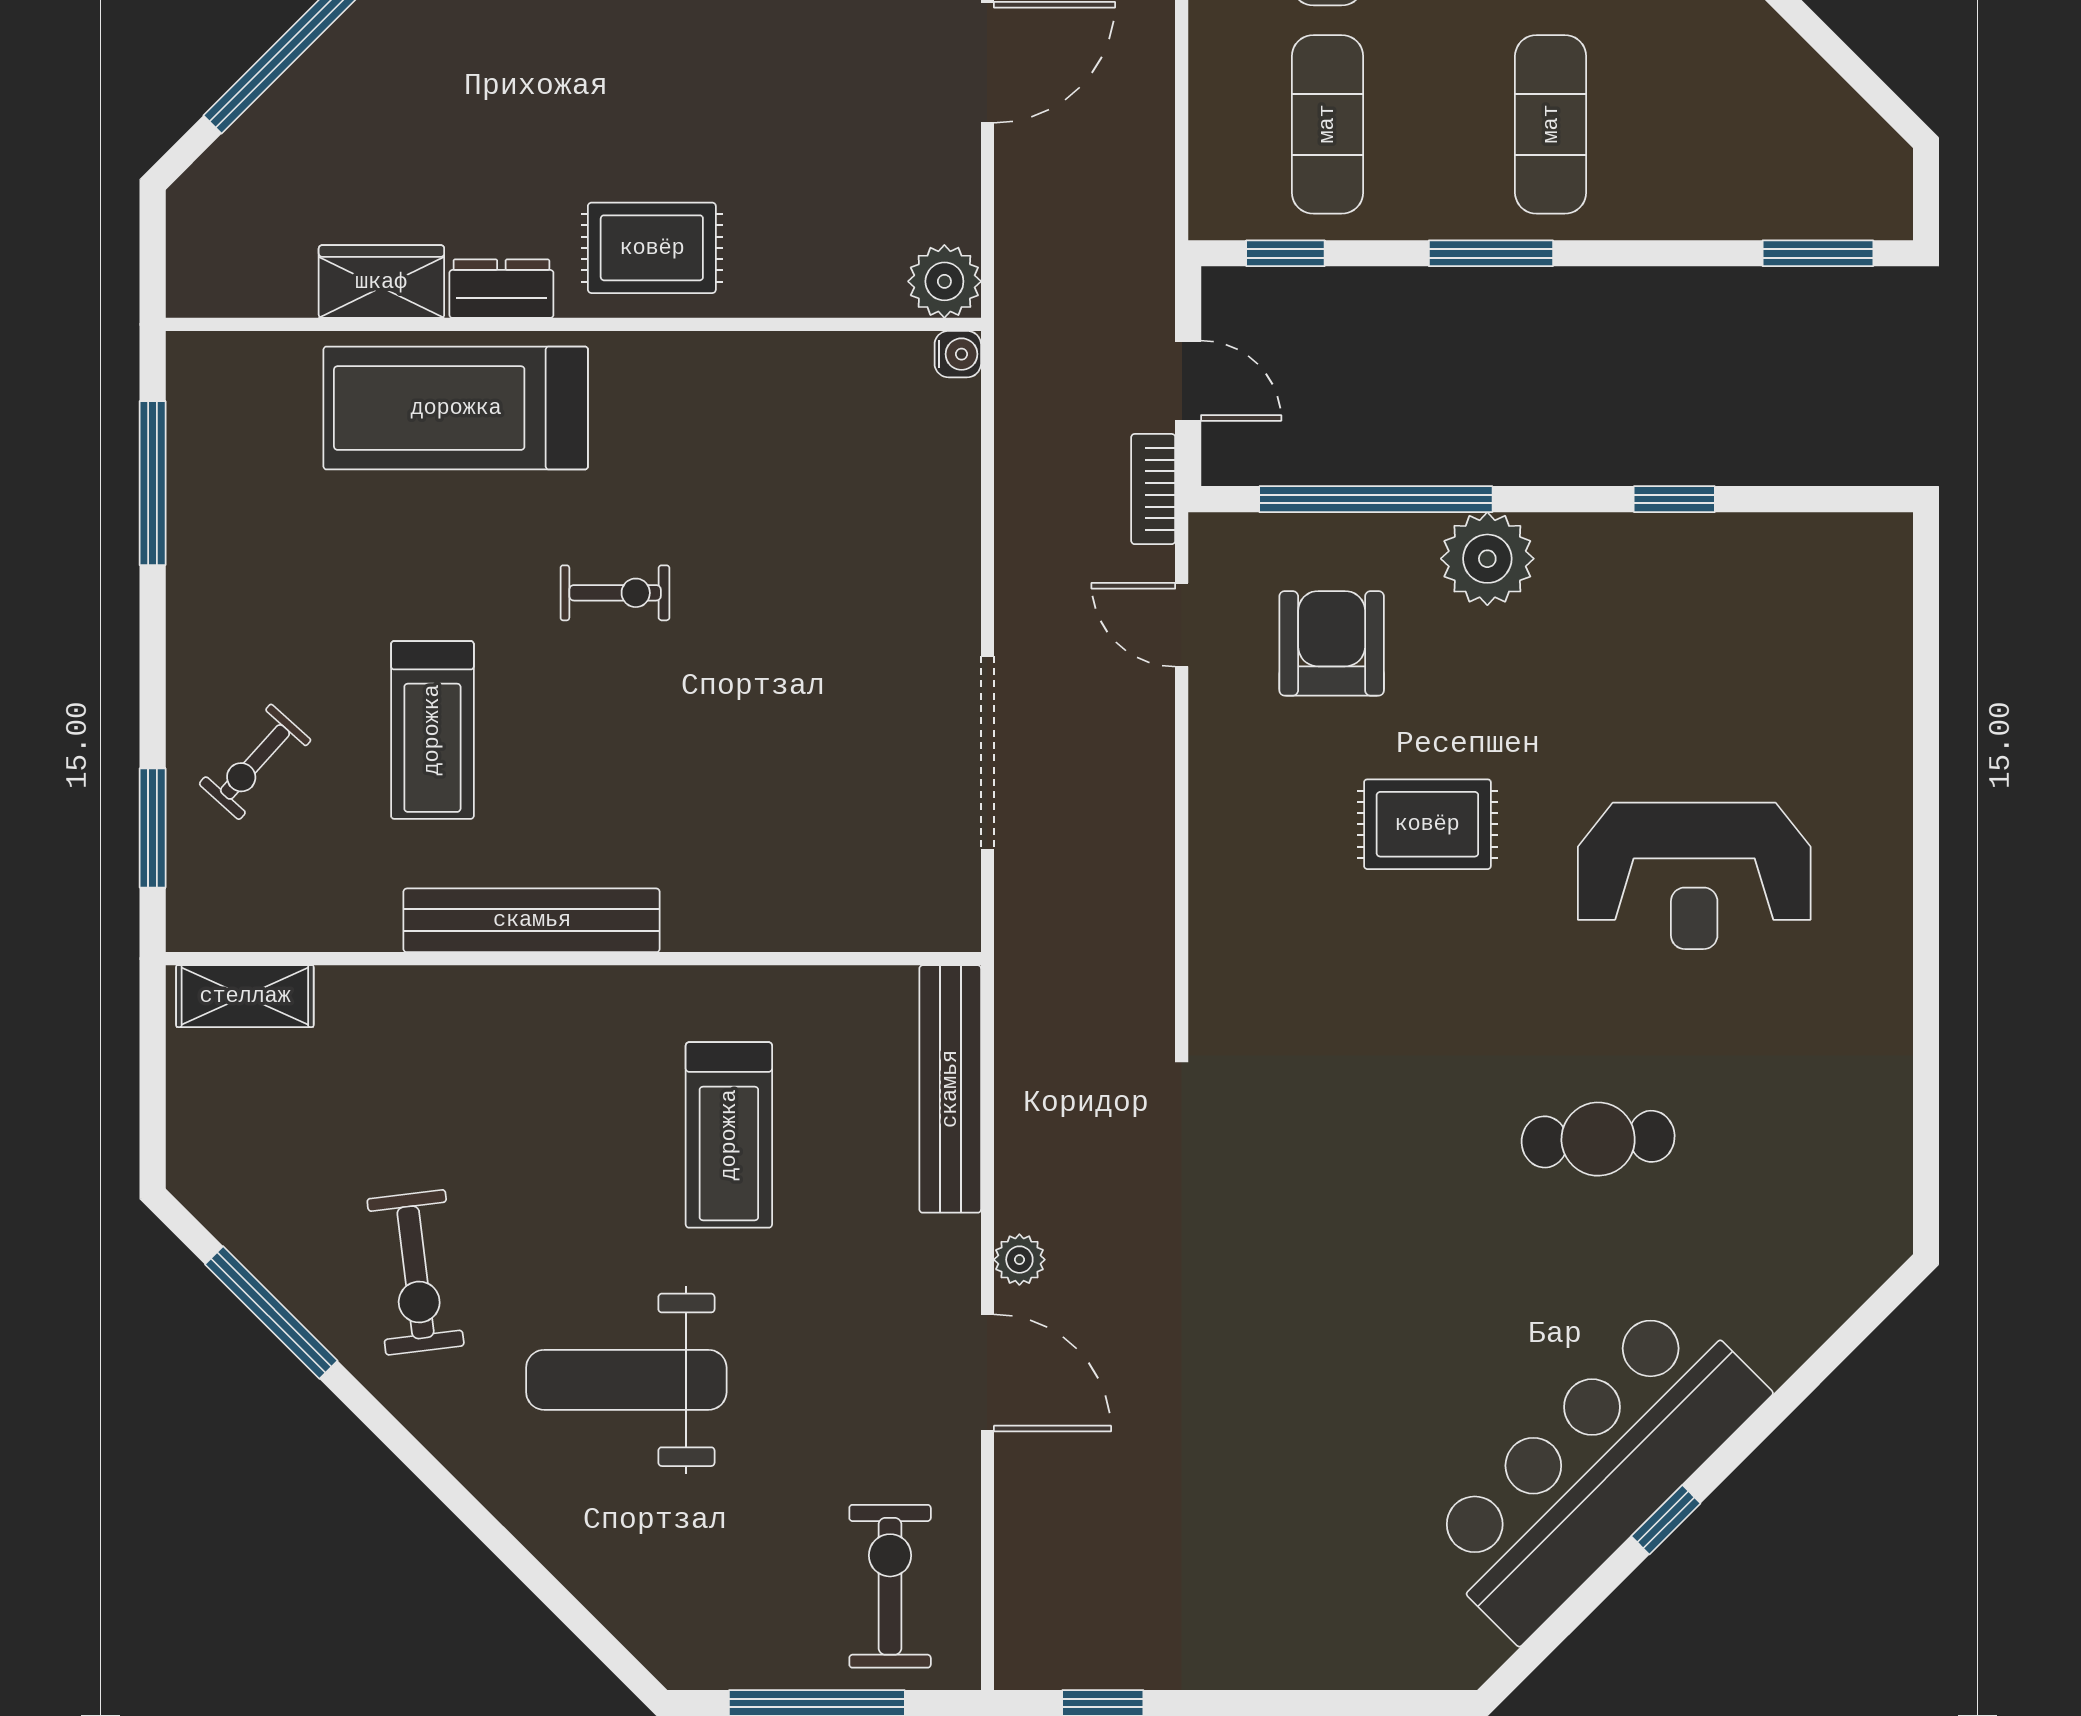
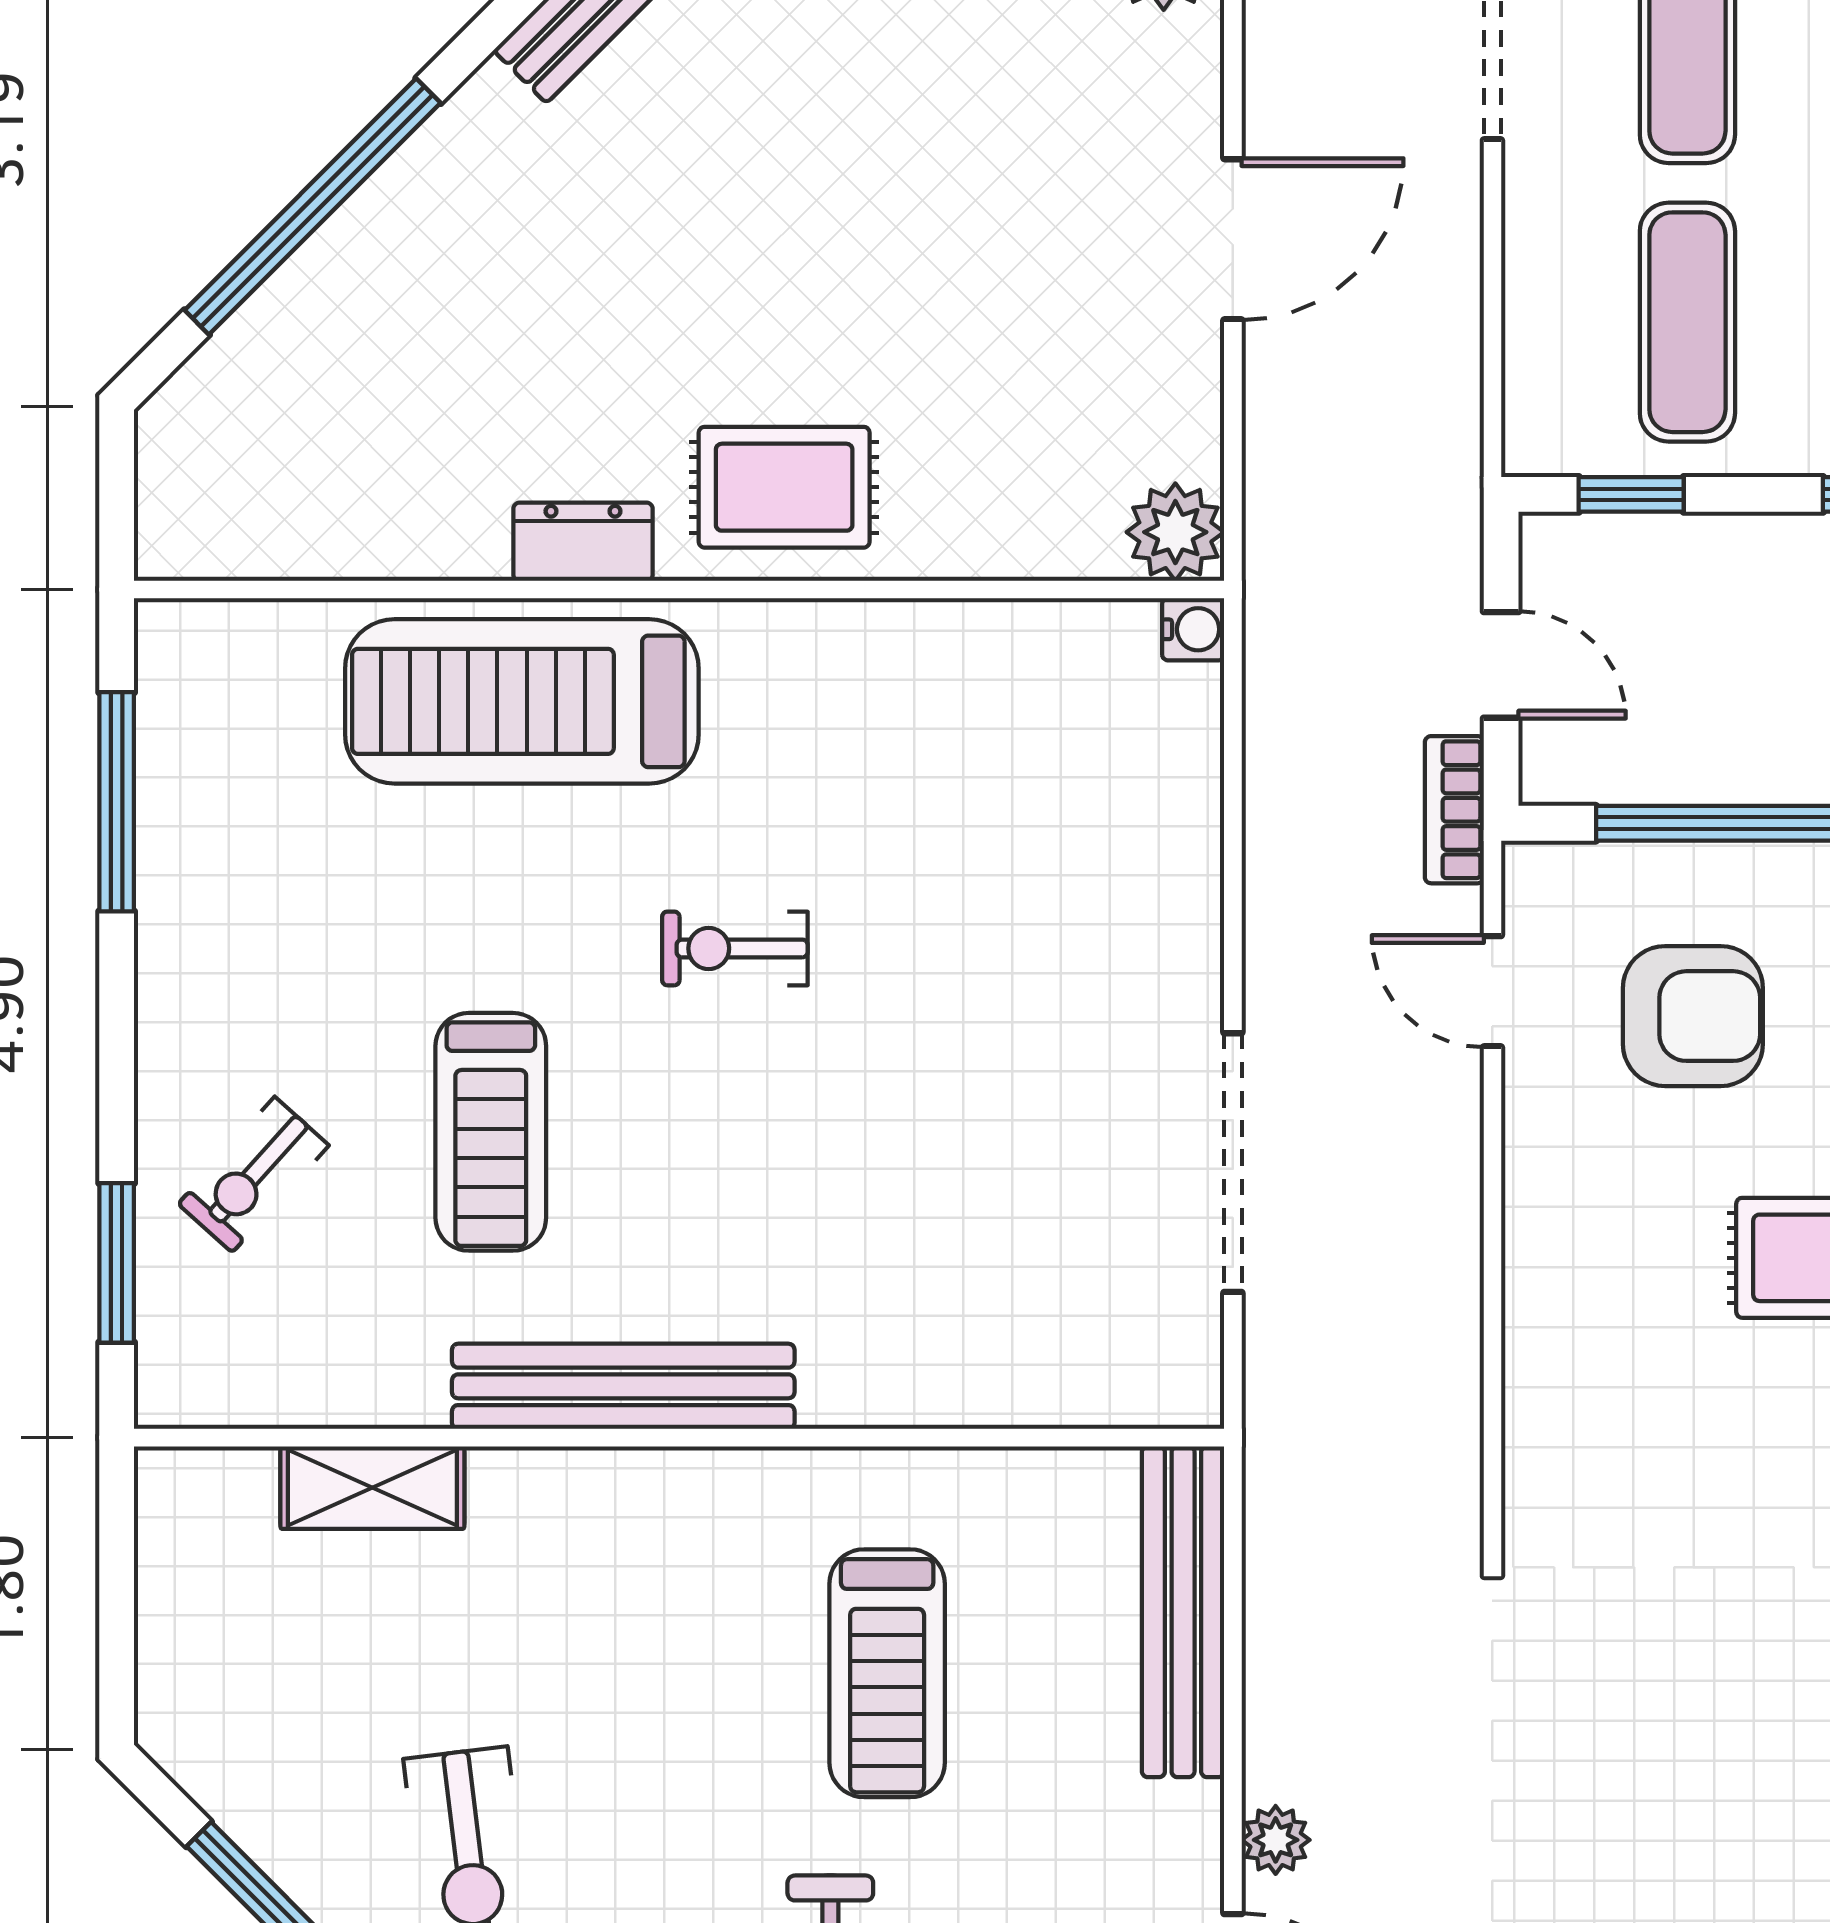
wardrobe: (381, 282) -> (423, 532), removed
exercise bike: (615, 593) -> (735, 948), turned 180
armchair: (1332, 643) -> (1693, 1016), turned 90
shelving: (245, 996) -> (372, 1488), moved

